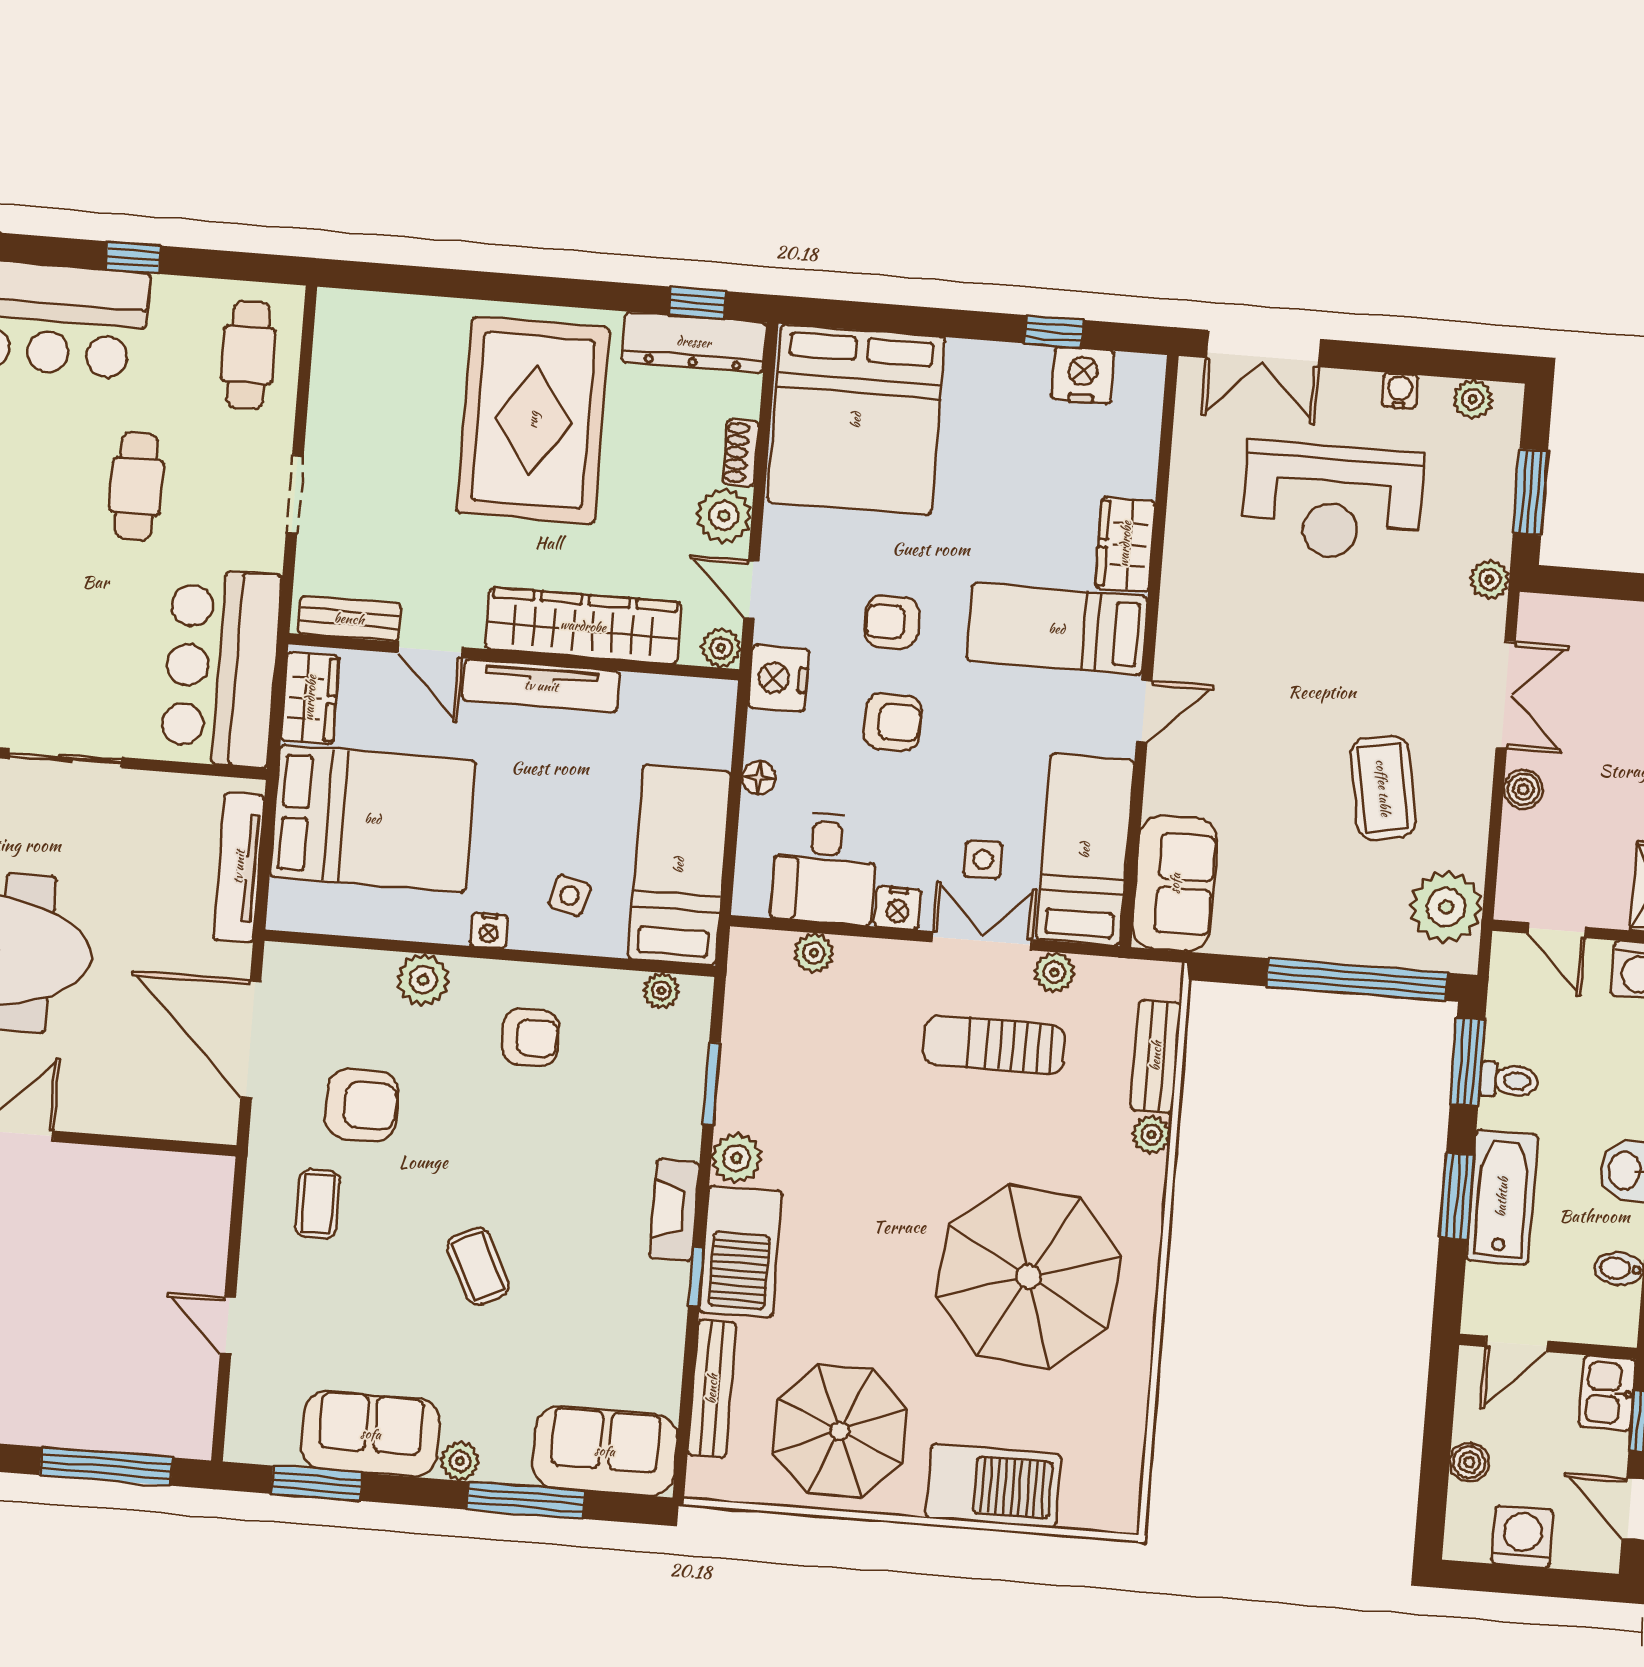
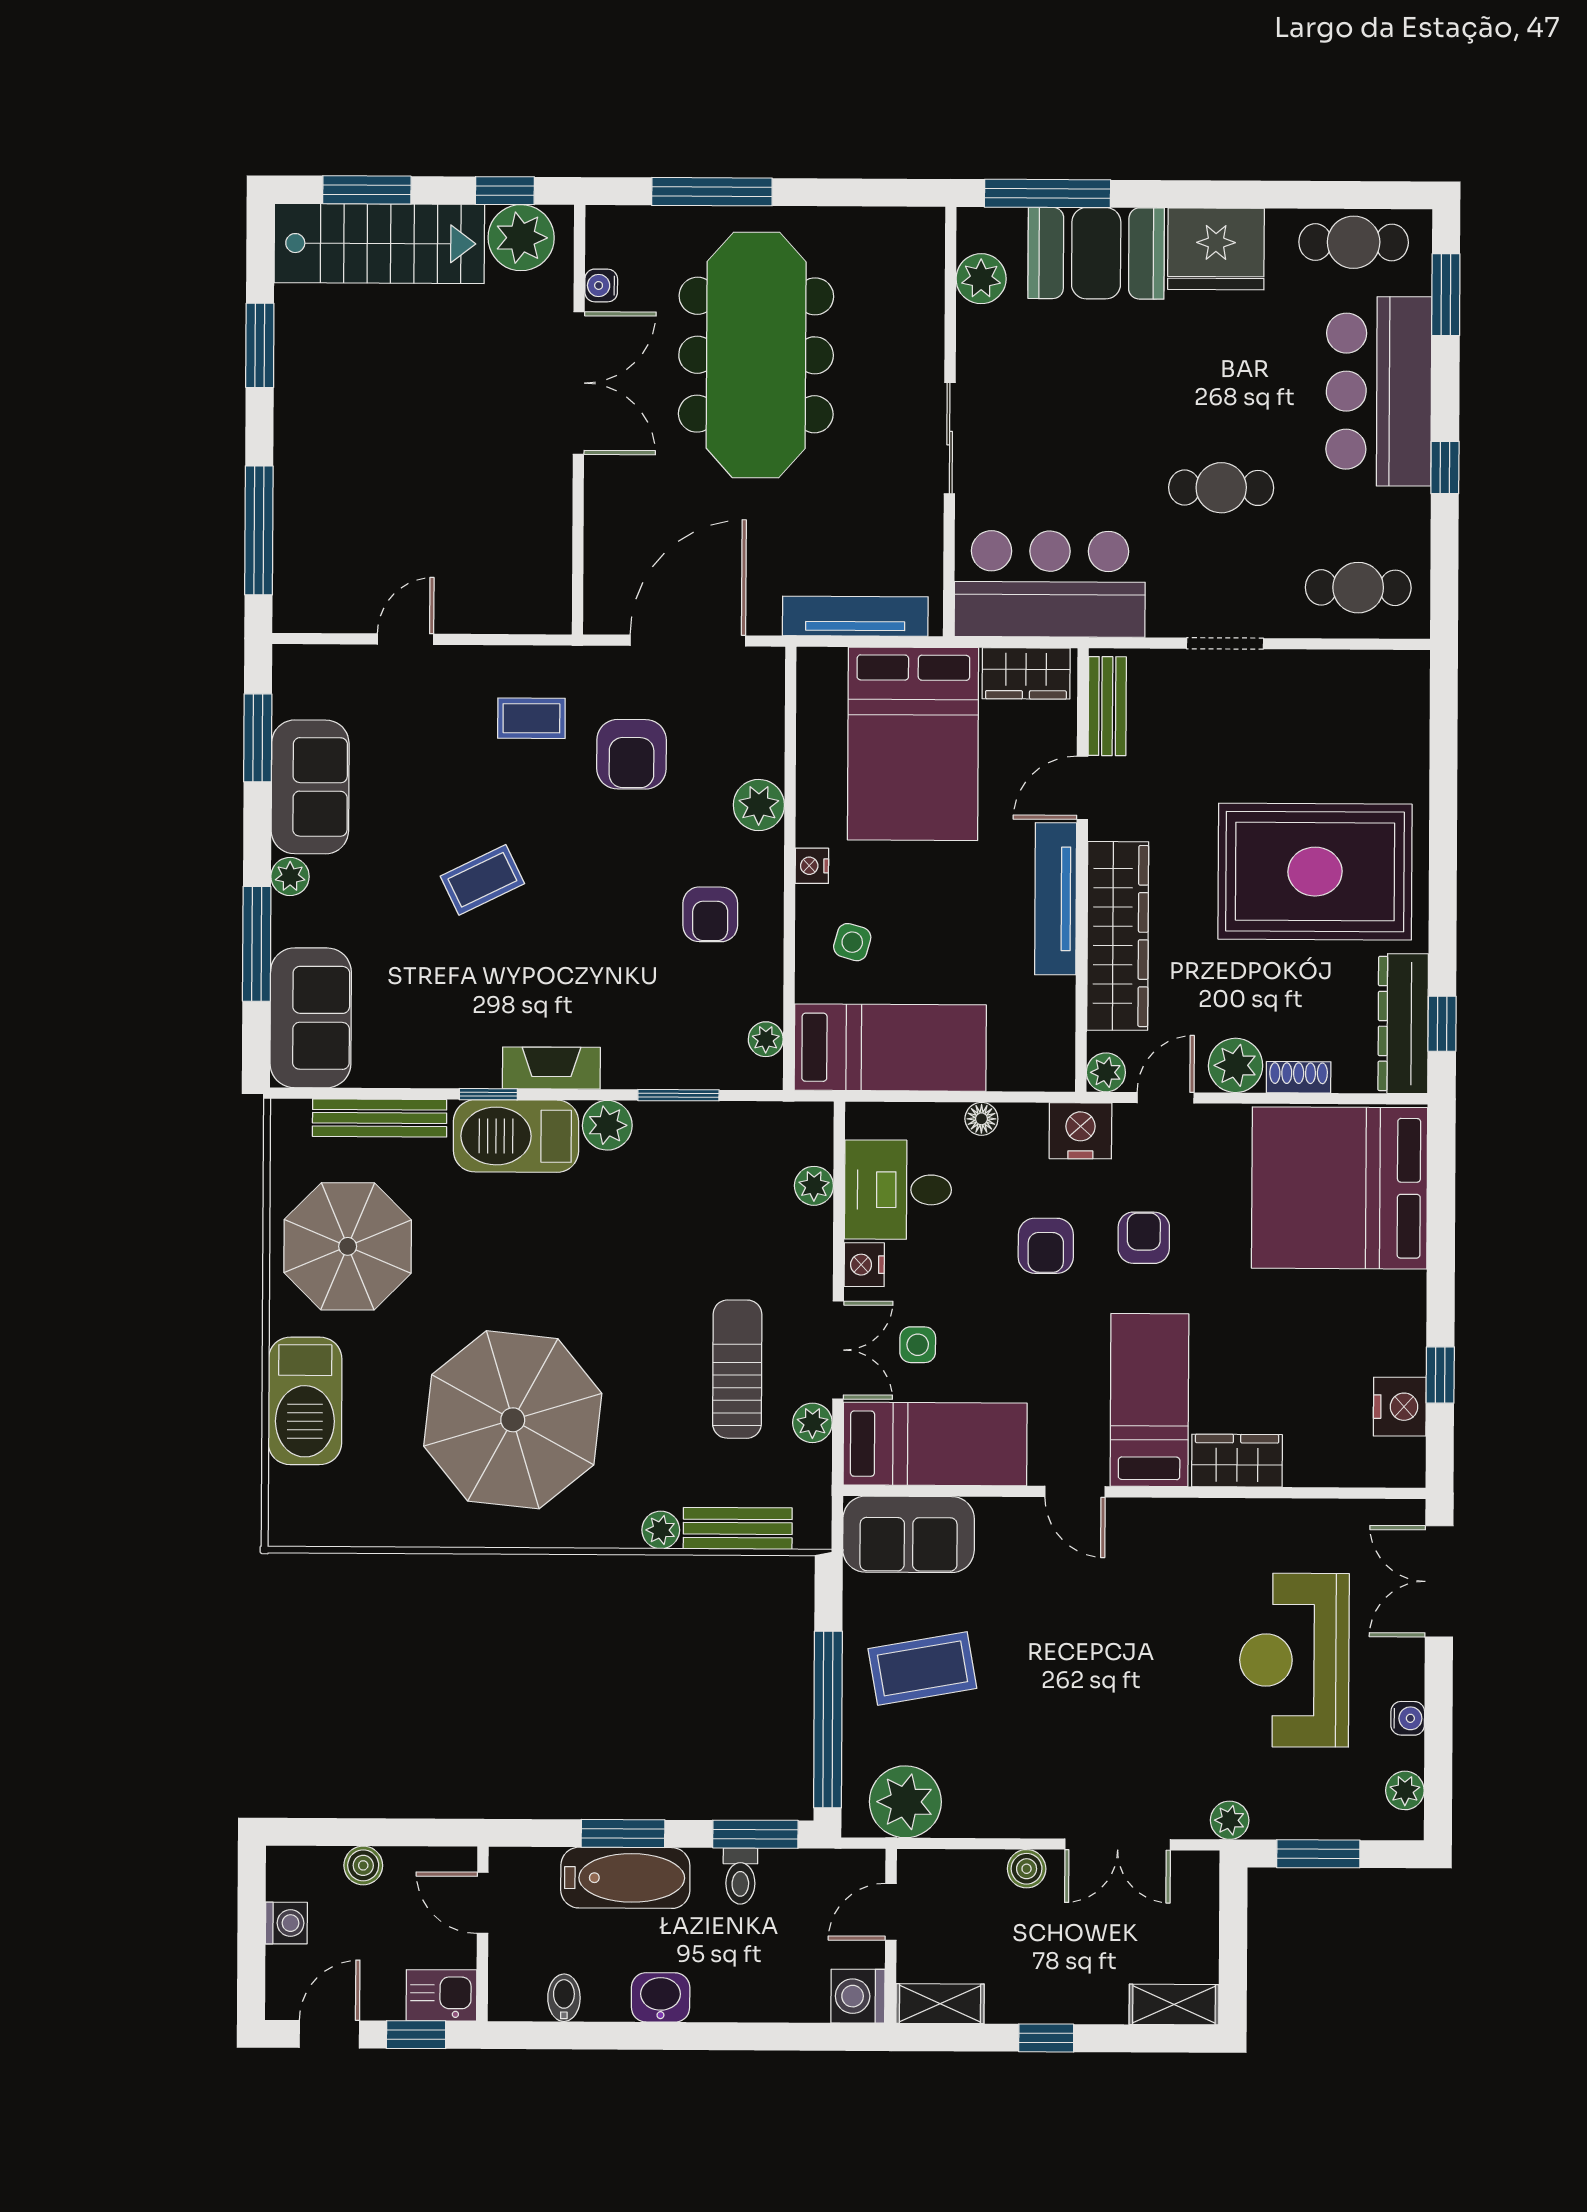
coffee table: (1383, 788) -> (922, 1668), moved
washing machine: (1523, 1537) -> (286, 1923), width x0.73, depth x0.73

